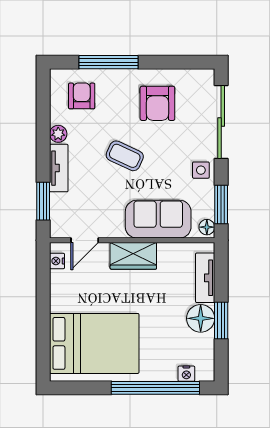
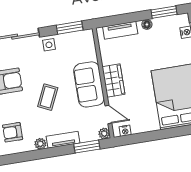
sofa: (158, 219) -> (89, 84), moved
floor lamp: (207, 227) -> (86, 35), removed
plant: (58, 230) -> (104, 133), added
floor lamp: (201, 318) -> (147, 24), width x0.53, depth x0.53
window: (221, 321) -> (164, 12), moved

